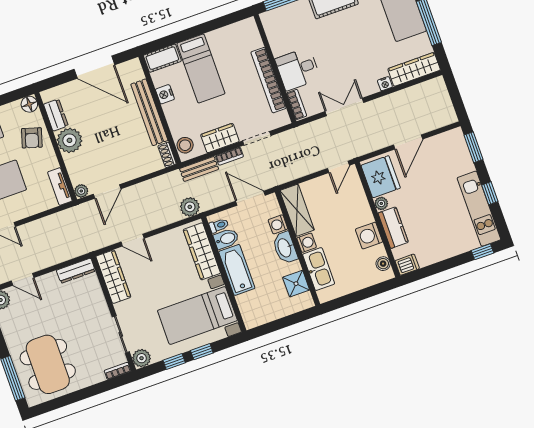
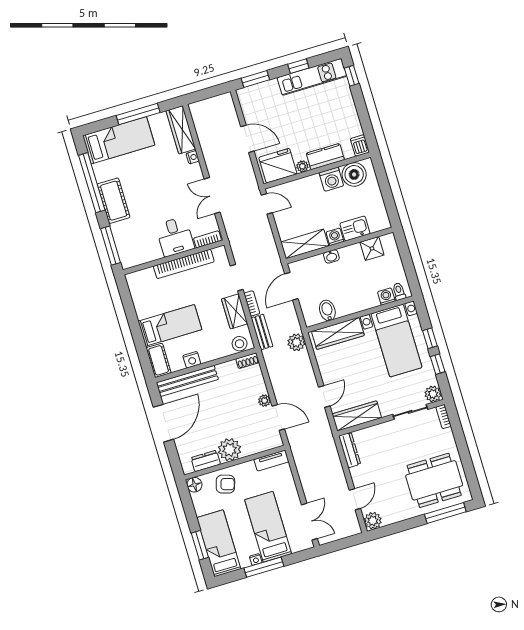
bench: (149, 112) -> (187, 381), moved
plant: (81, 191) -> (264, 401), moved
washing machine: (278, 224) -> (386, 297), moved, turned 180
toilet: (219, 225) -> (399, 291), moved
washbasin: (285, 248) -> (331, 256), width x0.52, depth x0.69
boiler: (383, 264) -> (354, 174), width x1.86, depth x1.86
kitchen sink: (319, 269) -> (355, 228), width x0.73
bathtub: (237, 270) -> (357, 302), removed

